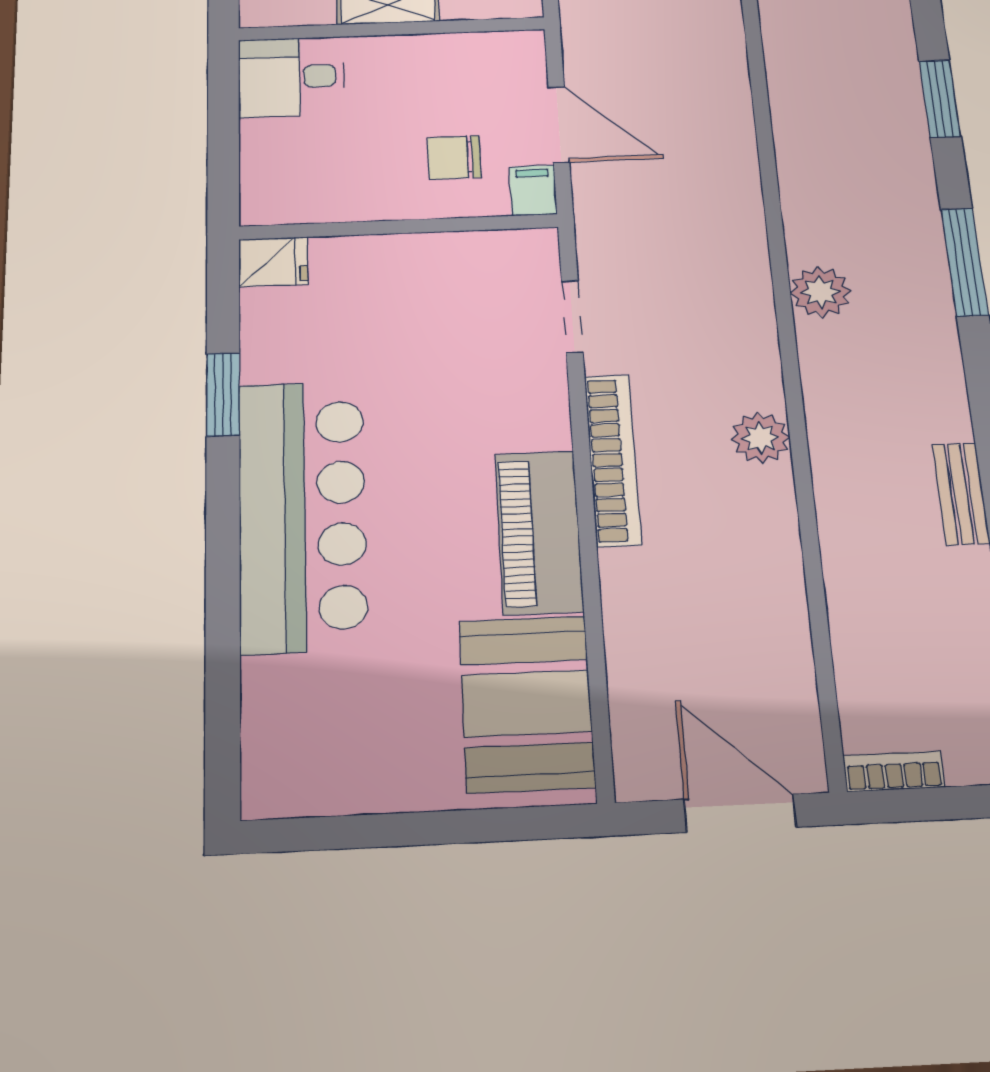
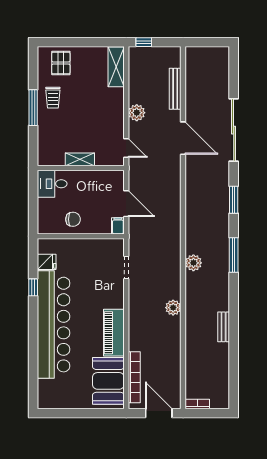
chair: (454, 158) -> (73, 219), moved, turned 180
fridge: (273, 262) -> (47, 262), moved
window: (223, 394) -> (33, 287), width x0.67
bookcase: (613, 460) -> (134, 377), moved
bar counter: (302, 515) -> (54, 325), width x1.36

